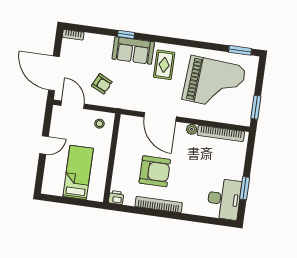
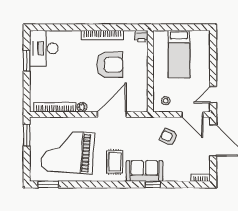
door: (160, 117) -> (112, 114), hinge flipped
door: (44, 145) -> (213, 95), moved
armchair: (155, 171) -> (110, 65), turned 180

